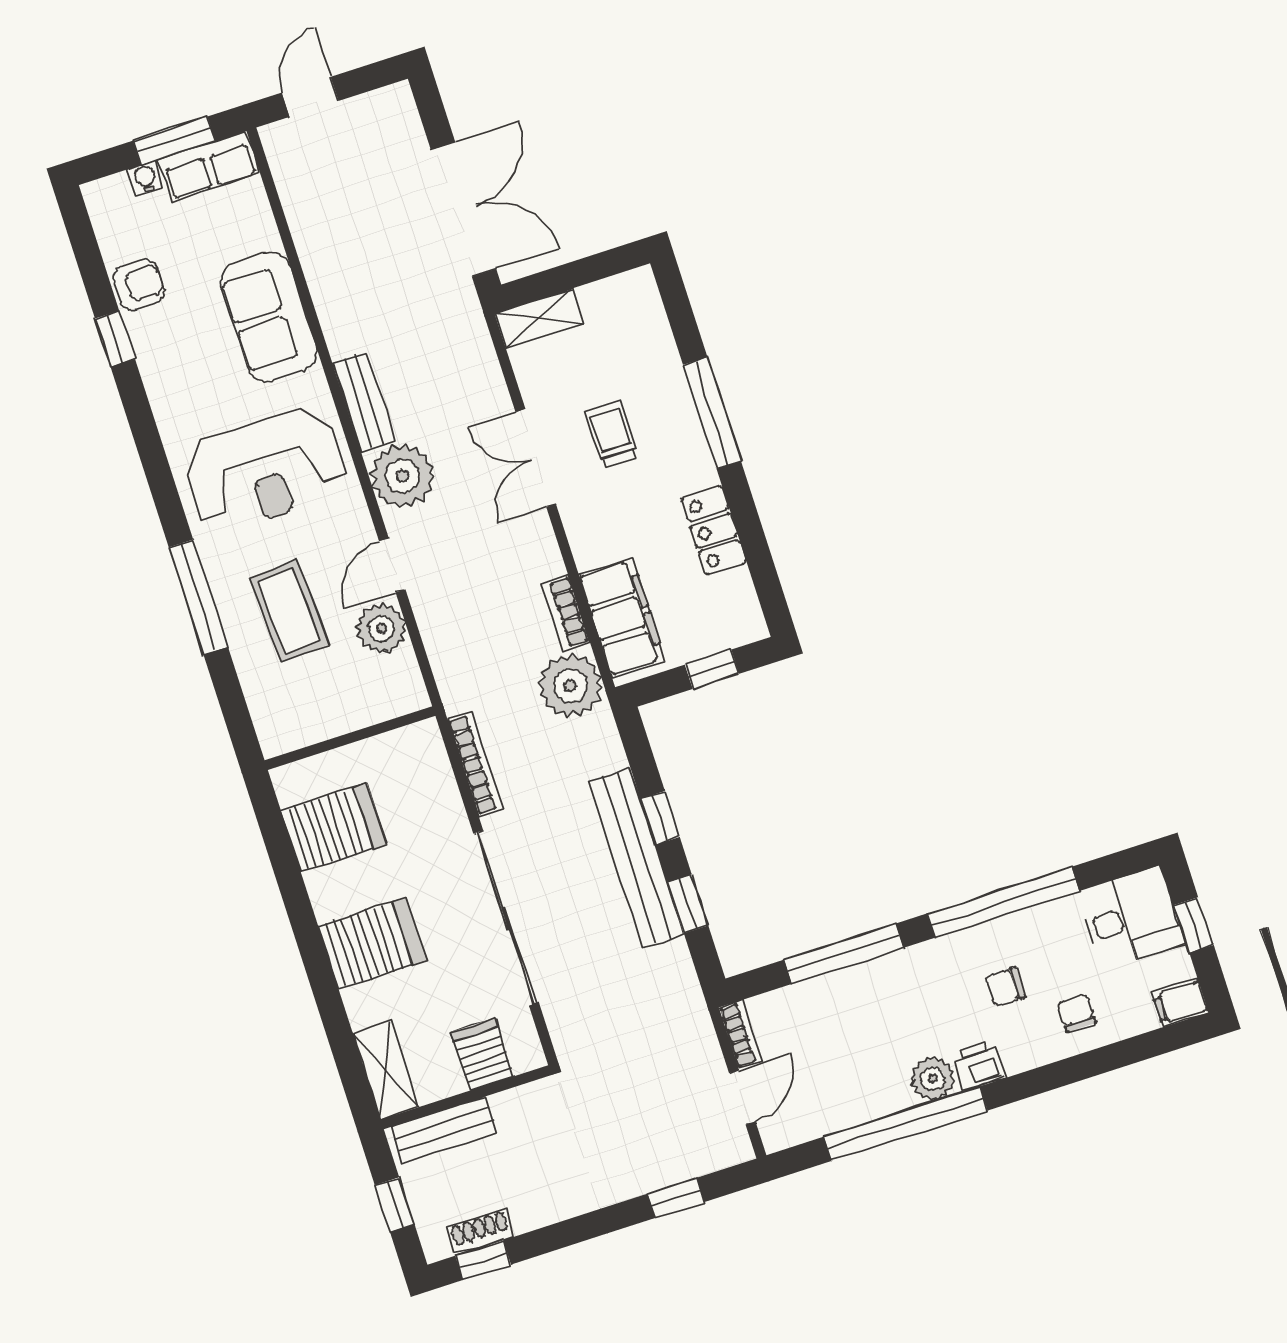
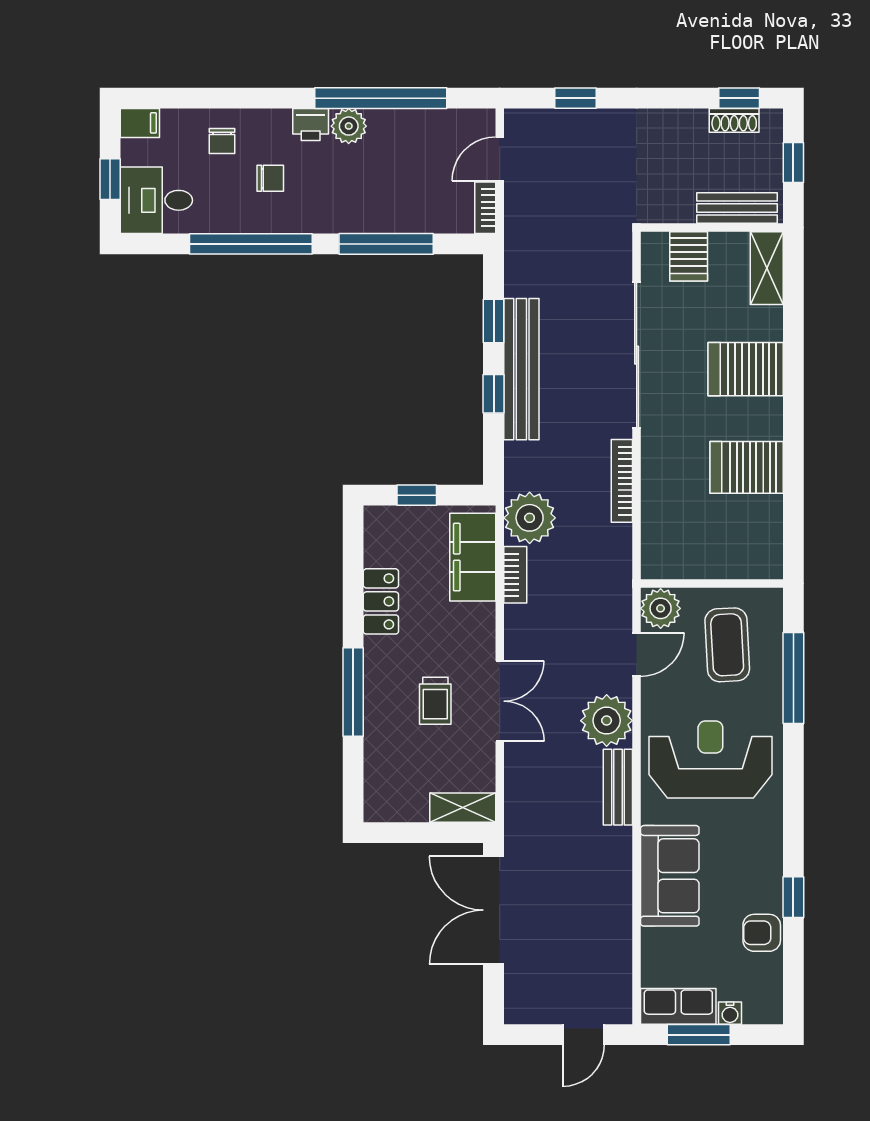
wall: (350, 738) -> (712, 583), moved

